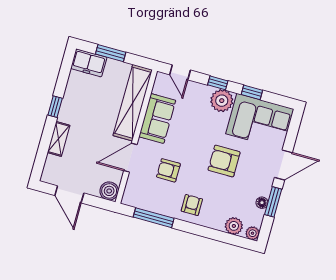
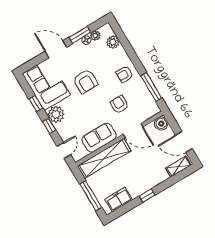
window: (111, 53) -> (91, 196), width x1.44
freezer: (89, 63) -> (119, 199), moved, turned -90
shelving: (59, 139) -> (178, 167), moved
armchair: (168, 170) -> (119, 104), turned 180
door: (69, 194) -> (184, 142), swing flipped
plant: (253, 233) -> (95, 35), moved

